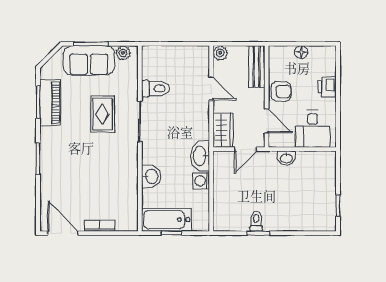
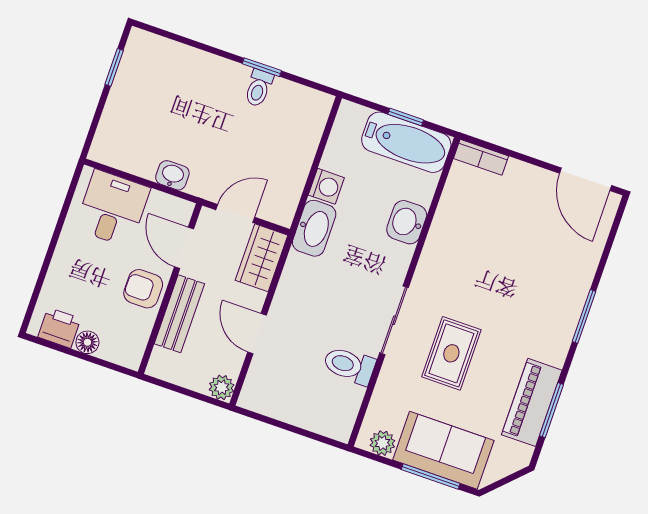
bench: (257, 67) -> (179, 314), moved
printer: (327, 87) -> (59, 328), moved, turned -90
bookcase: (100, 225) -> (481, 157), moved

